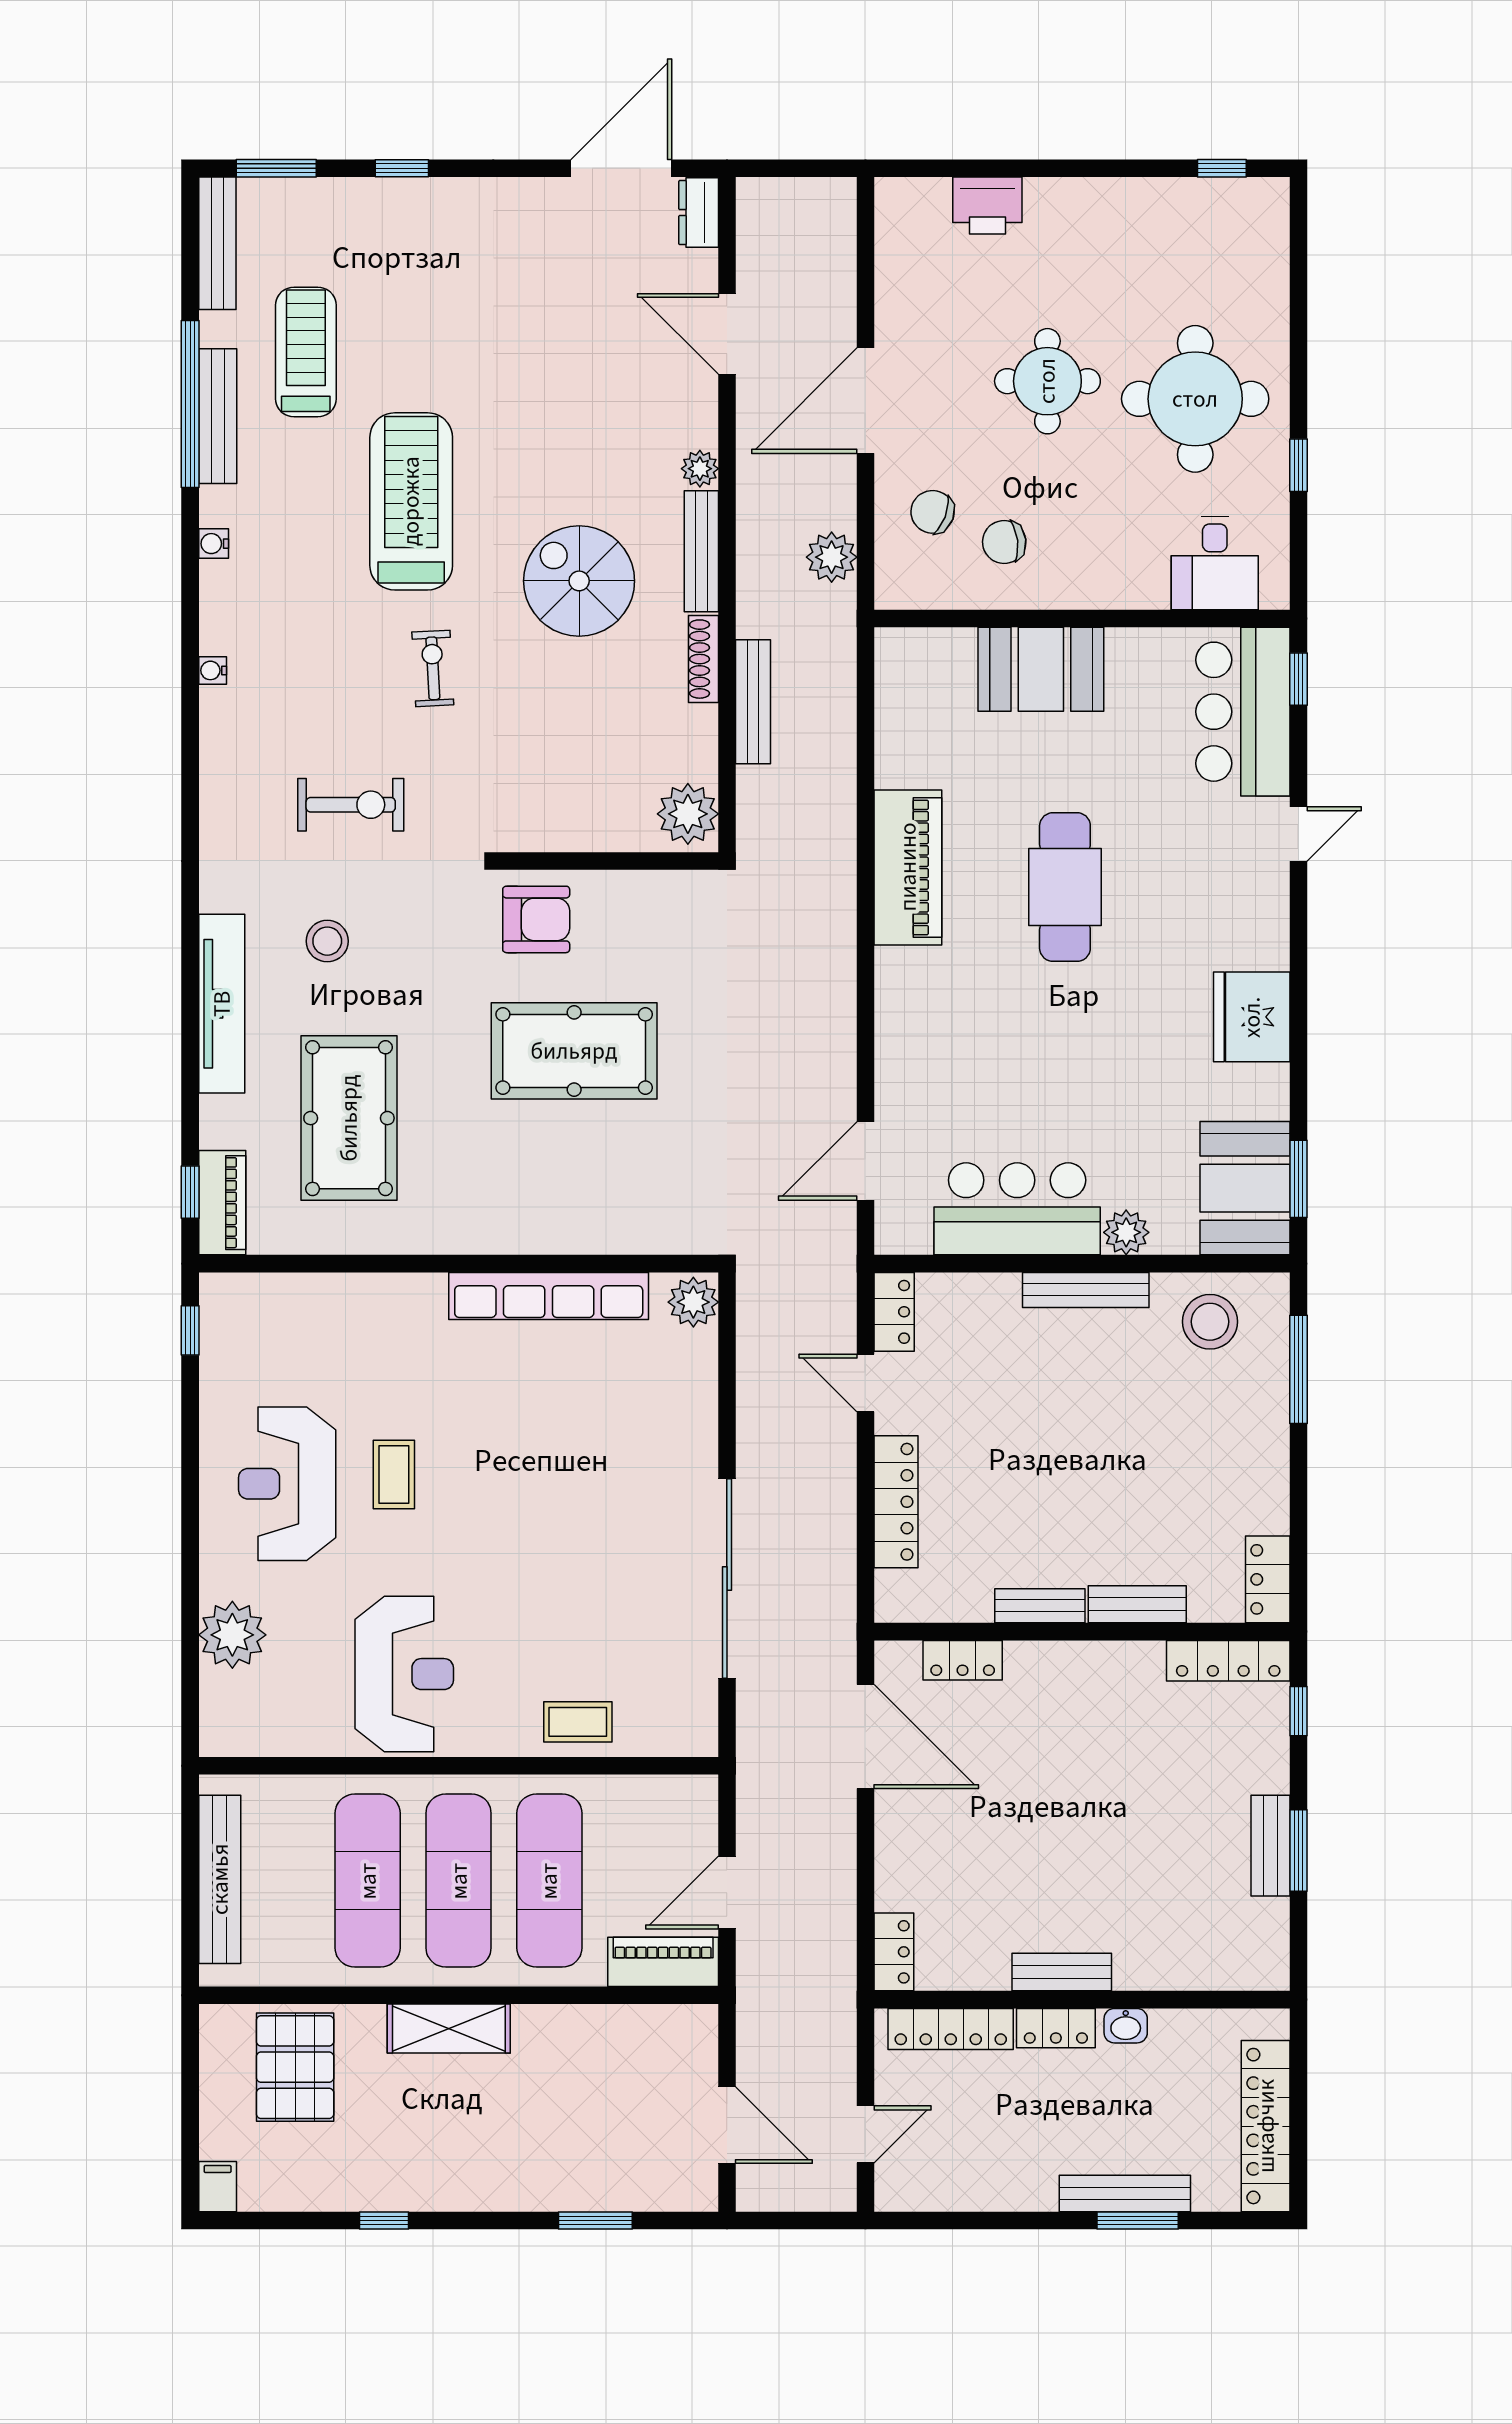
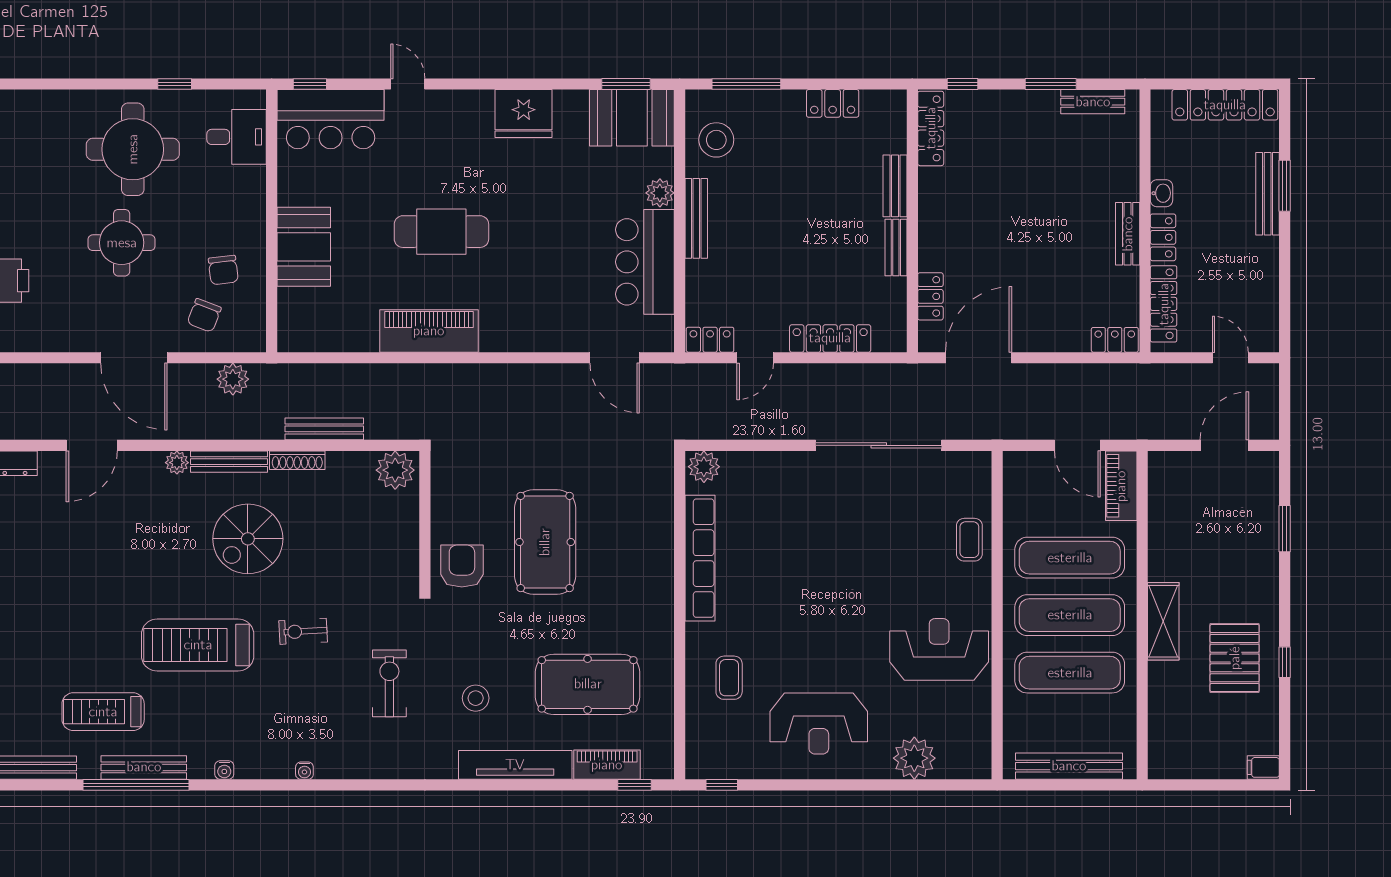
piano: (222, 1203) -> (607, 765), moved
coffee table: (394, 1474) -> (729, 678), moved, turned 90
locker: (1268, 1579) -> (833, 103), moved
bench: (1270, 1846) -> (1093, 102), moved
pallet: (295, 2067) -> (1235, 658), moved, turned 90

